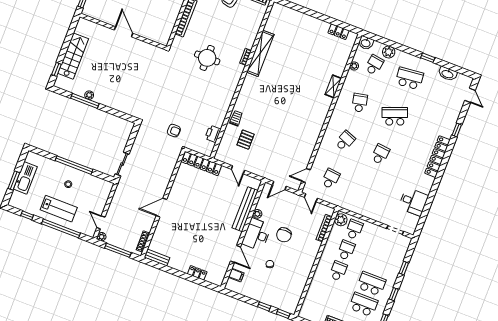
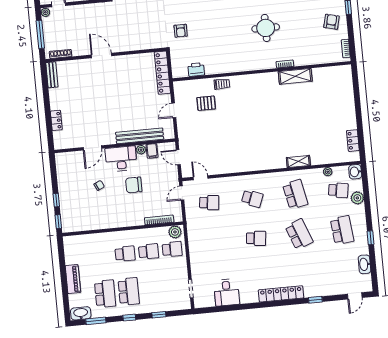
shelving: (260, 53) -> (295, 76), width x0.68
school desk: (360, 103) -> (295, 194), width x1.85
filing cabinet: (236, 275) -> (152, 151), moved

